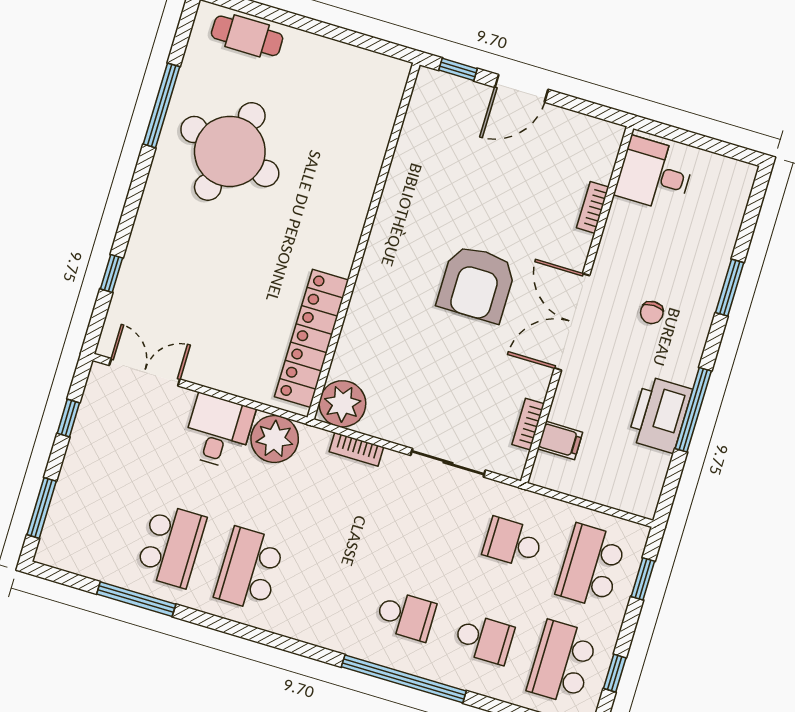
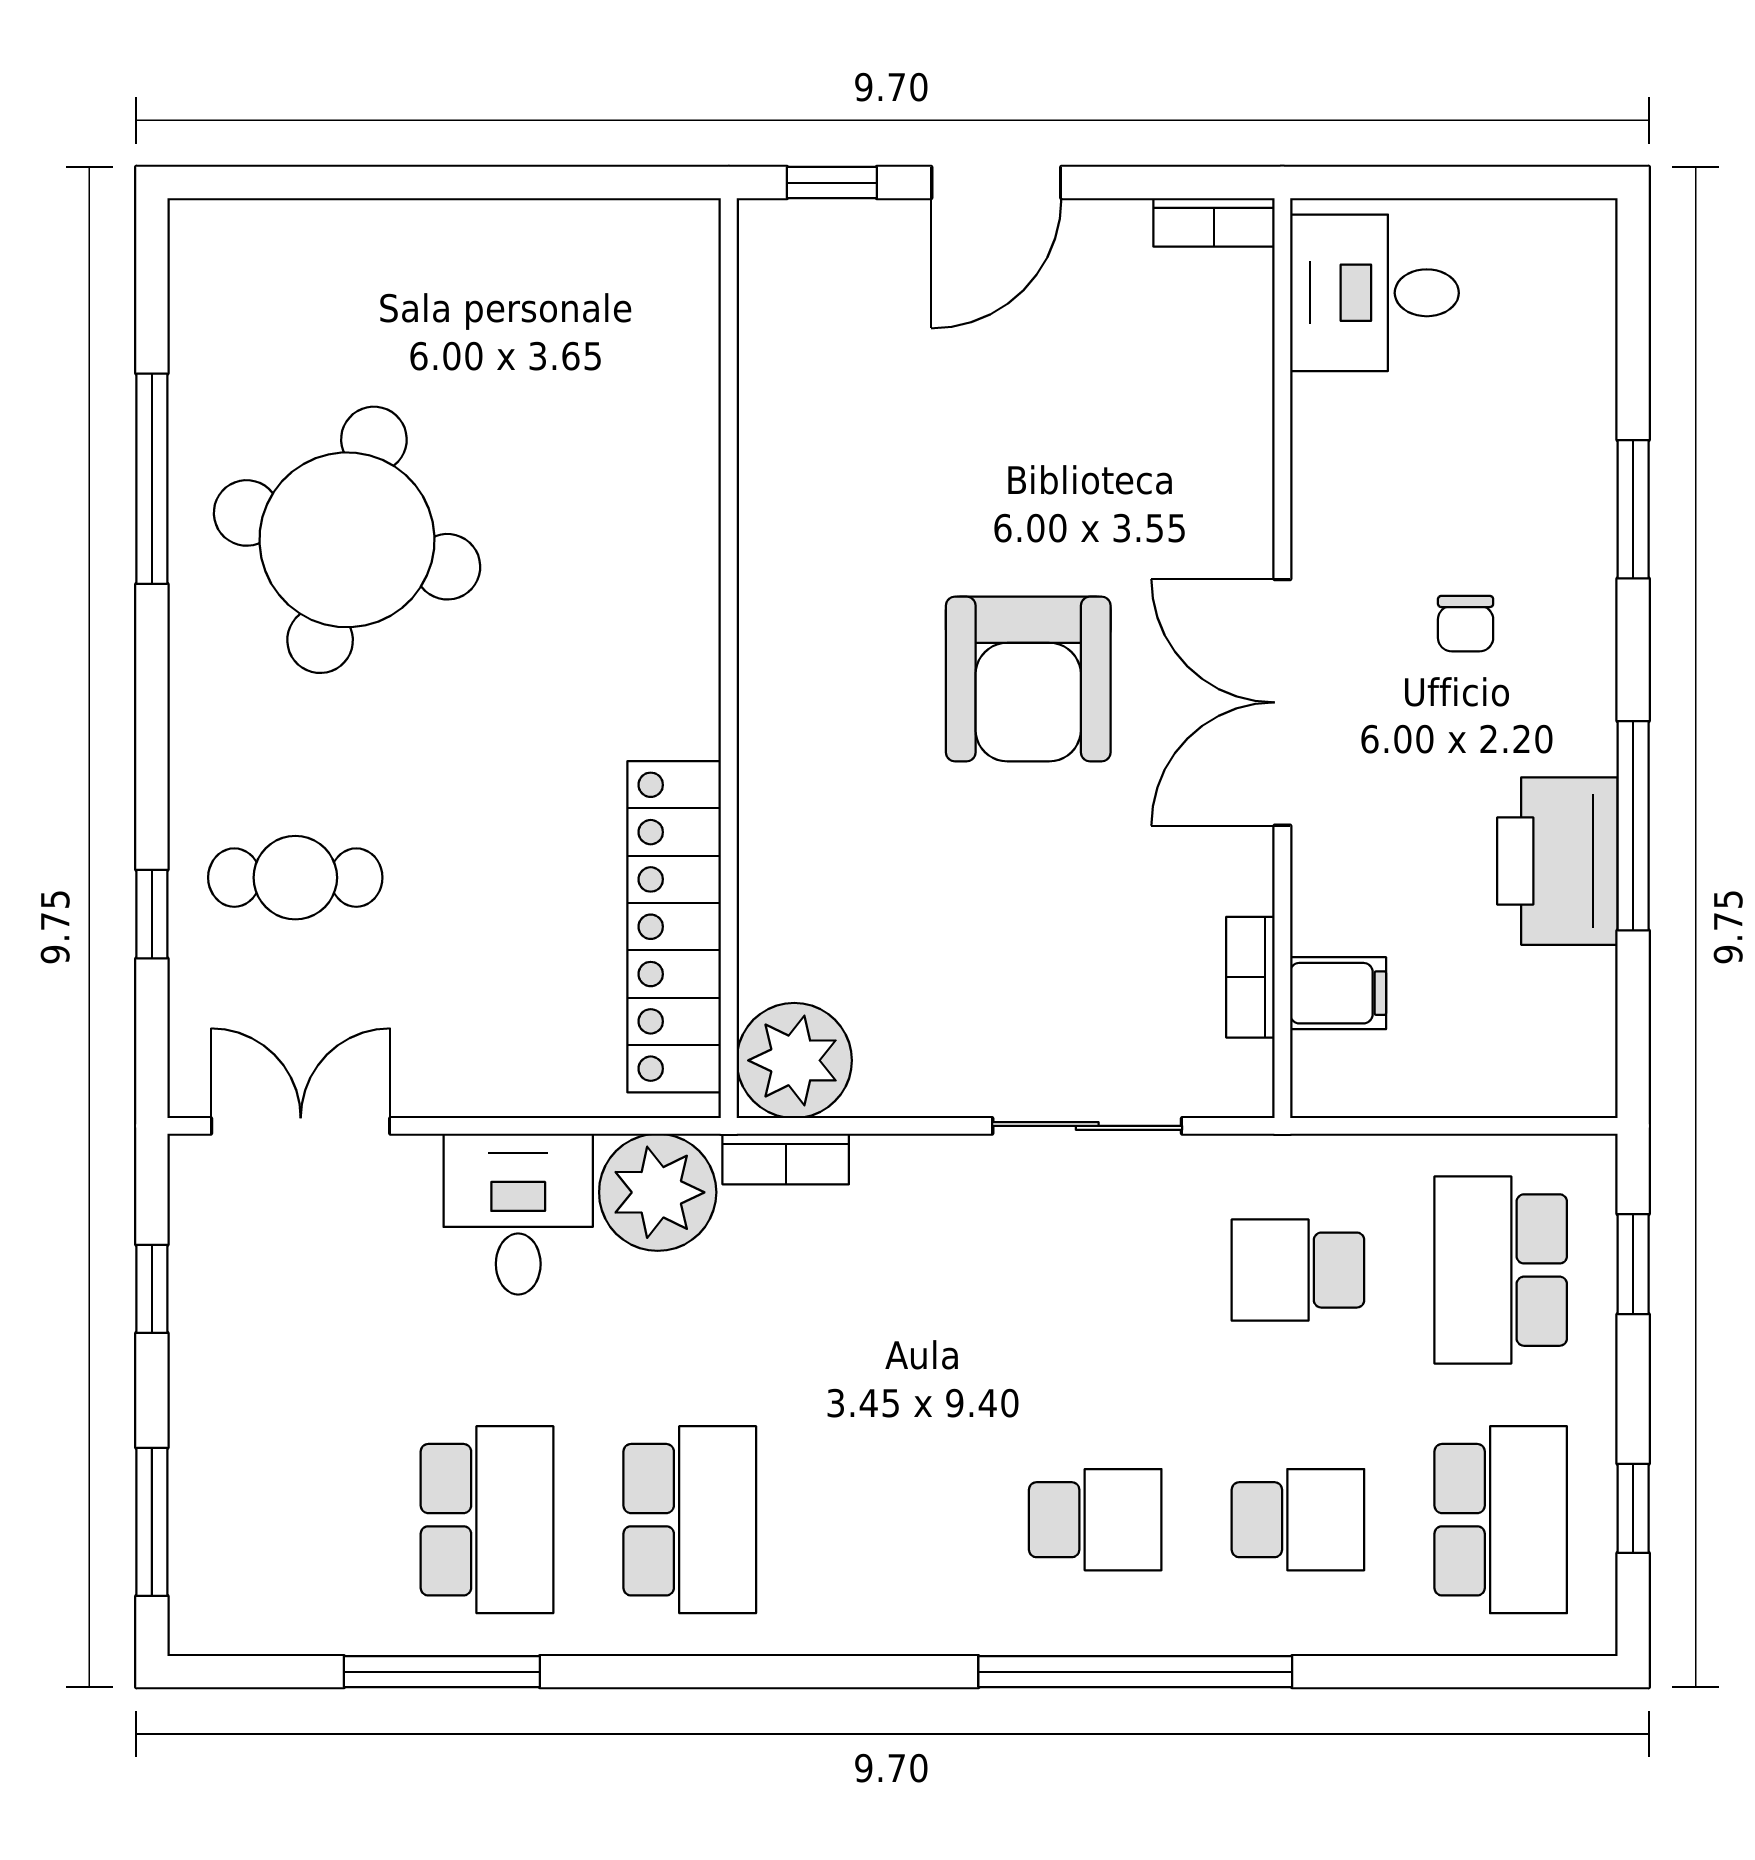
cafe table: (247, 36) -> (295, 878), moved
bookcase: (593, 207) -> (1214, 222), moved, turned -90
bookcase: (356, 449) -> (786, 1159), moved
school desk: (249, 569) -> (690, 1520), turned 180
school desk: (562, 662) -> (1501, 1520), turned 180

